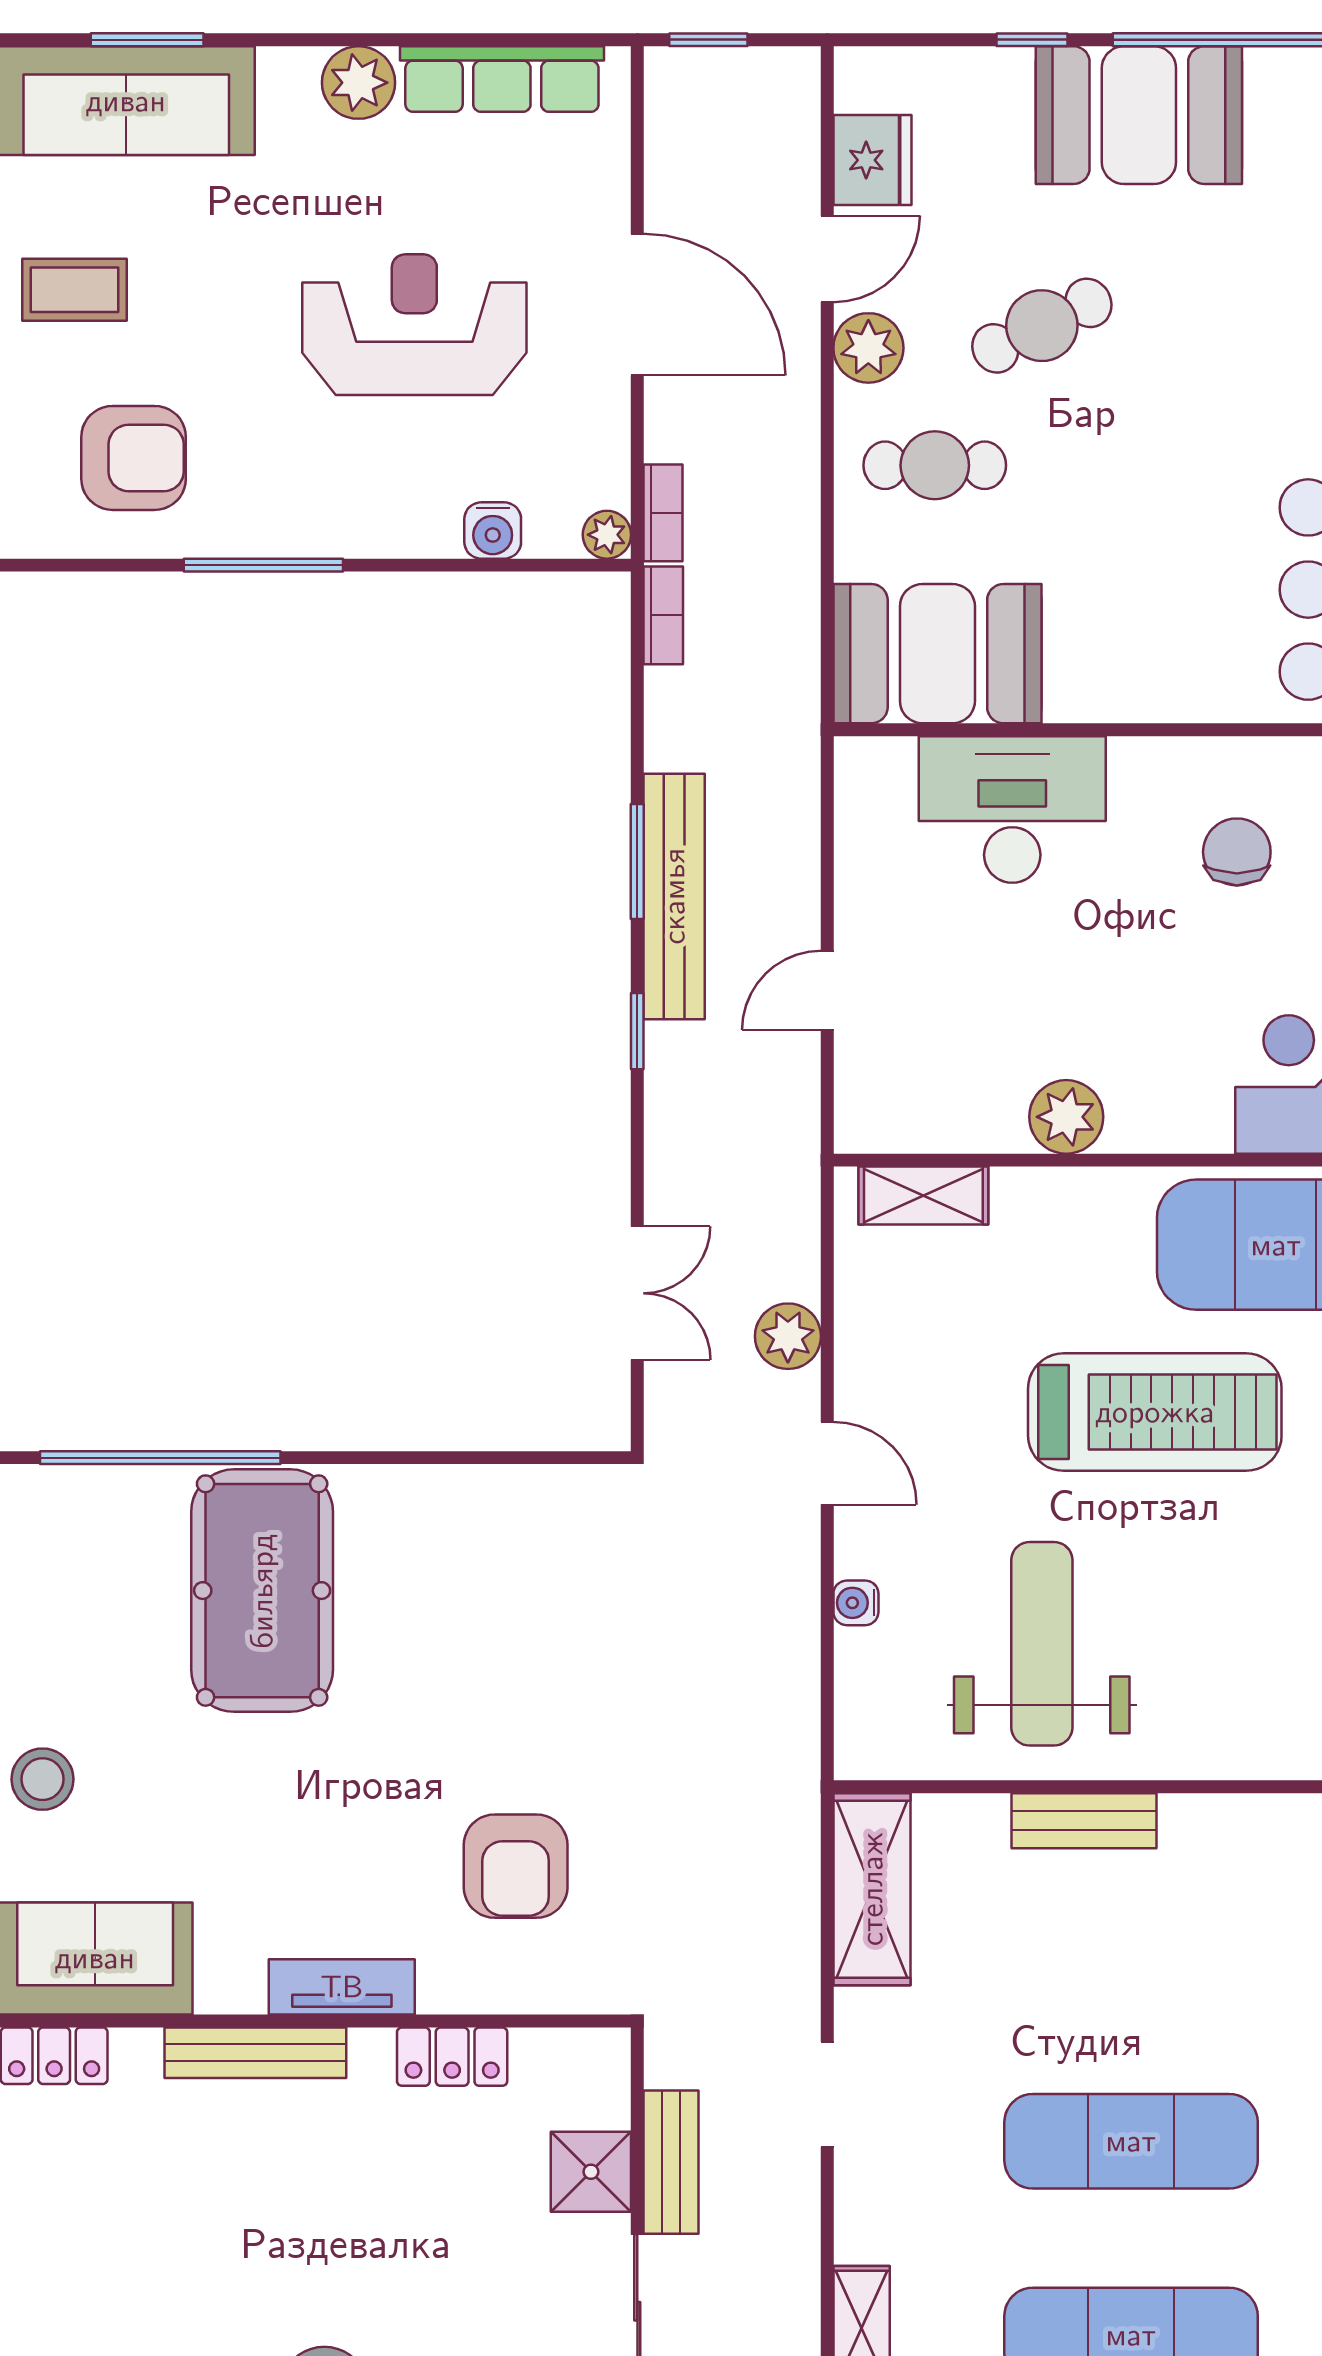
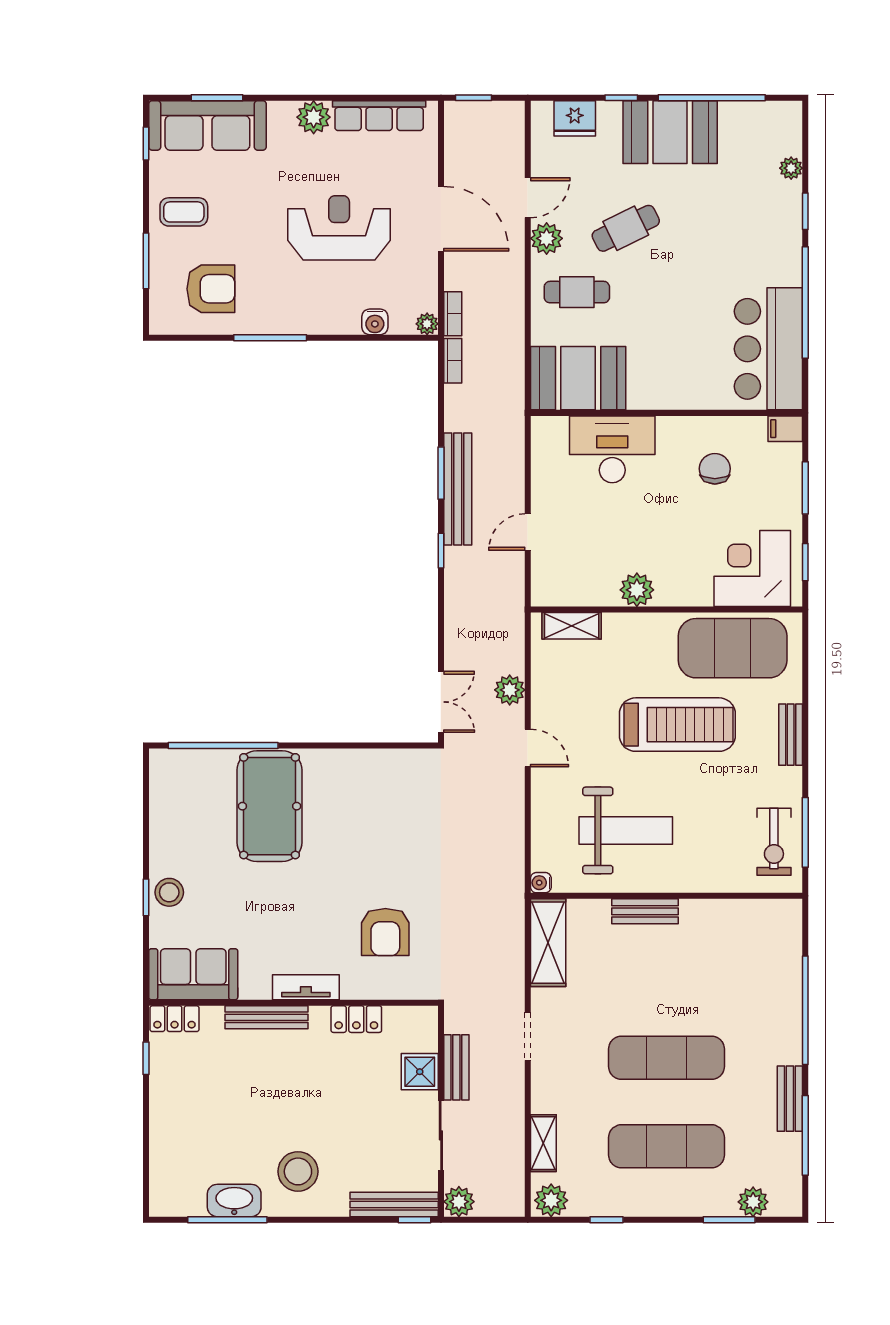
fridge: (872, 160) -> (575, 118), moved, turned 90
double door: (637, 1293) -> (441, 702), moved
water cooler: (856, 1603) -> (541, 883), moved
weight bench: (1042, 1644) -> (626, 830), turned 90

